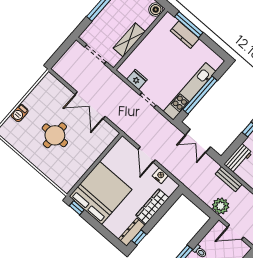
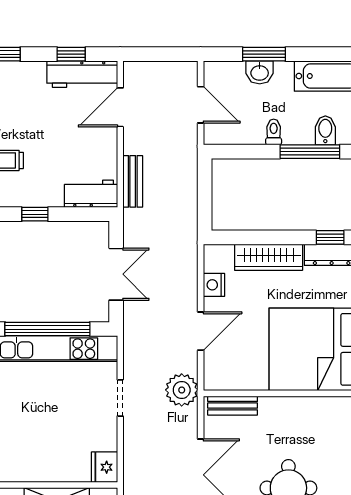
fridge: (137, 80) -> (104, 467), moved
bench: (106, 142) -> (233, 406), added
plant: (221, 206) -> (182, 390), moved

